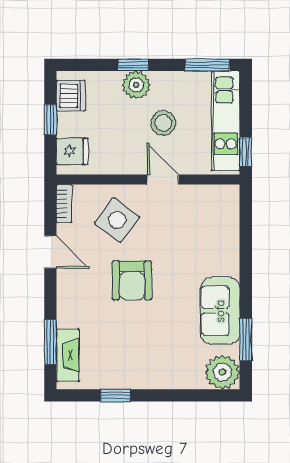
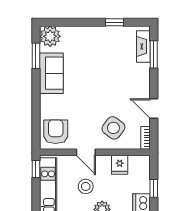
fridge: (72, 151) -> (120, 165), moved, turned -90
armchair: (132, 280) -> (56, 132), moved

